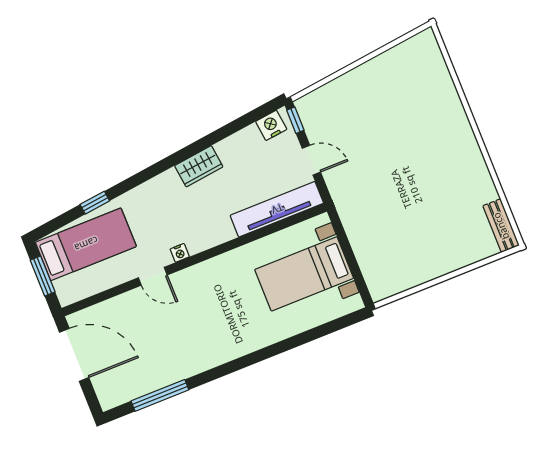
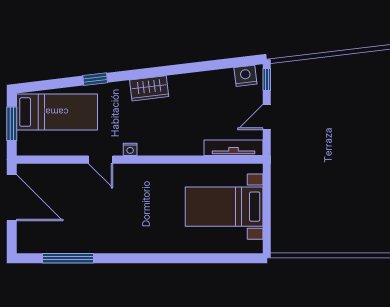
door: (311, 160) -> (267, 117), swing flipped
wardrobe: (199, 166) -> (149, 88), moved
window: (95, 203) -> (95, 79), moved
tv unit: (277, 209) -> (233, 148), width x0.73, depth x0.78

